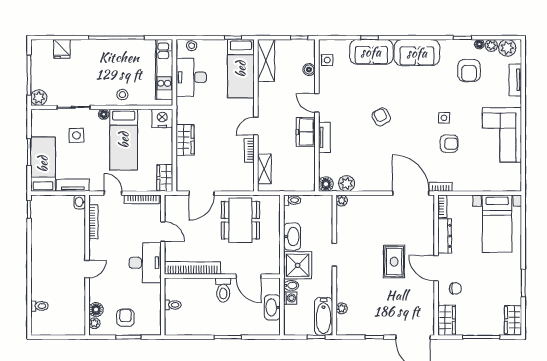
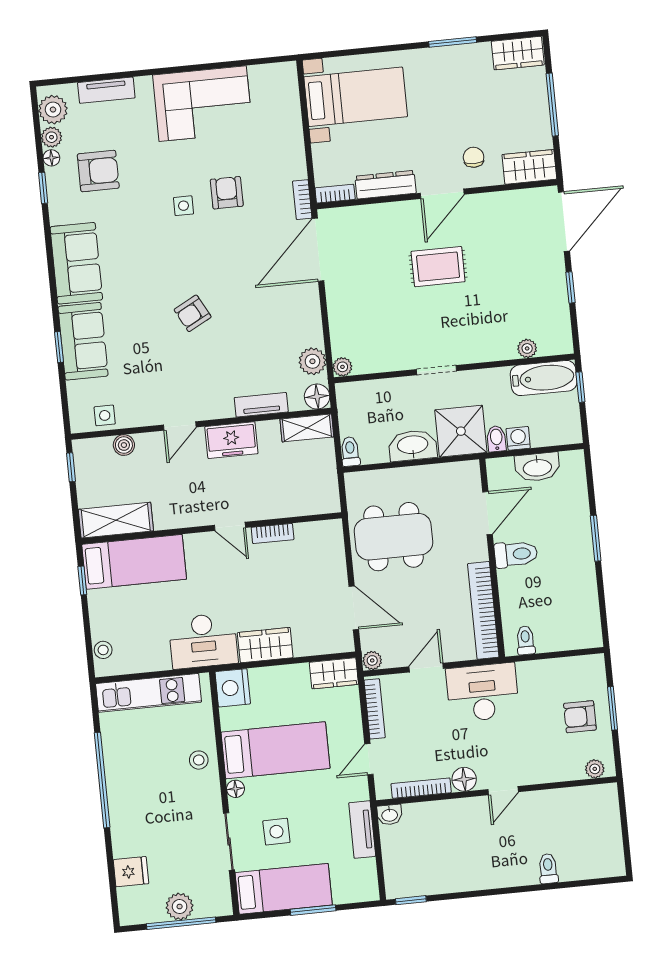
desk: (191, 77) -> (203, 641), moved
plant: (39, 98) -> (180, 907), moved
tv unit: (324, 138) -> (261, 405), moved
bed: (43, 164) -> (284, 889), moved, turned 180
shelving: (264, 169) -> (307, 428), moved
plant: (170, 201) -> (372, 660), added
door: (87, 269) -> (503, 791), swing flipped
toilet: (173, 305) -> (526, 640), moved
toilet: (39, 306) -> (548, 869), moved
floor lamp: (96, 310) -> (464, 779), moved

